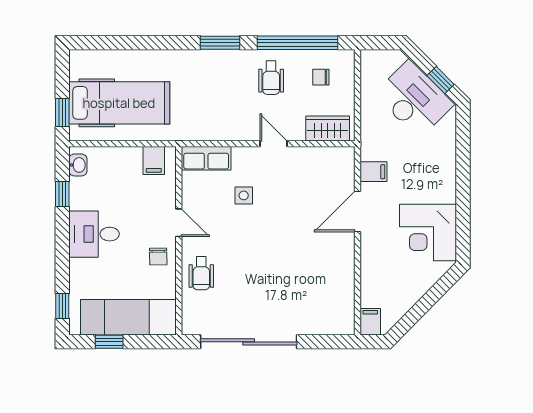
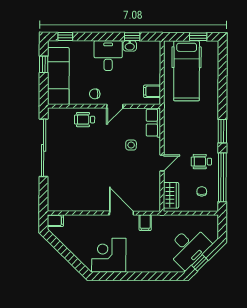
window: (62, 112) -> (198, 37), moved
washbasin: (78, 165) -> (130, 46), moved

